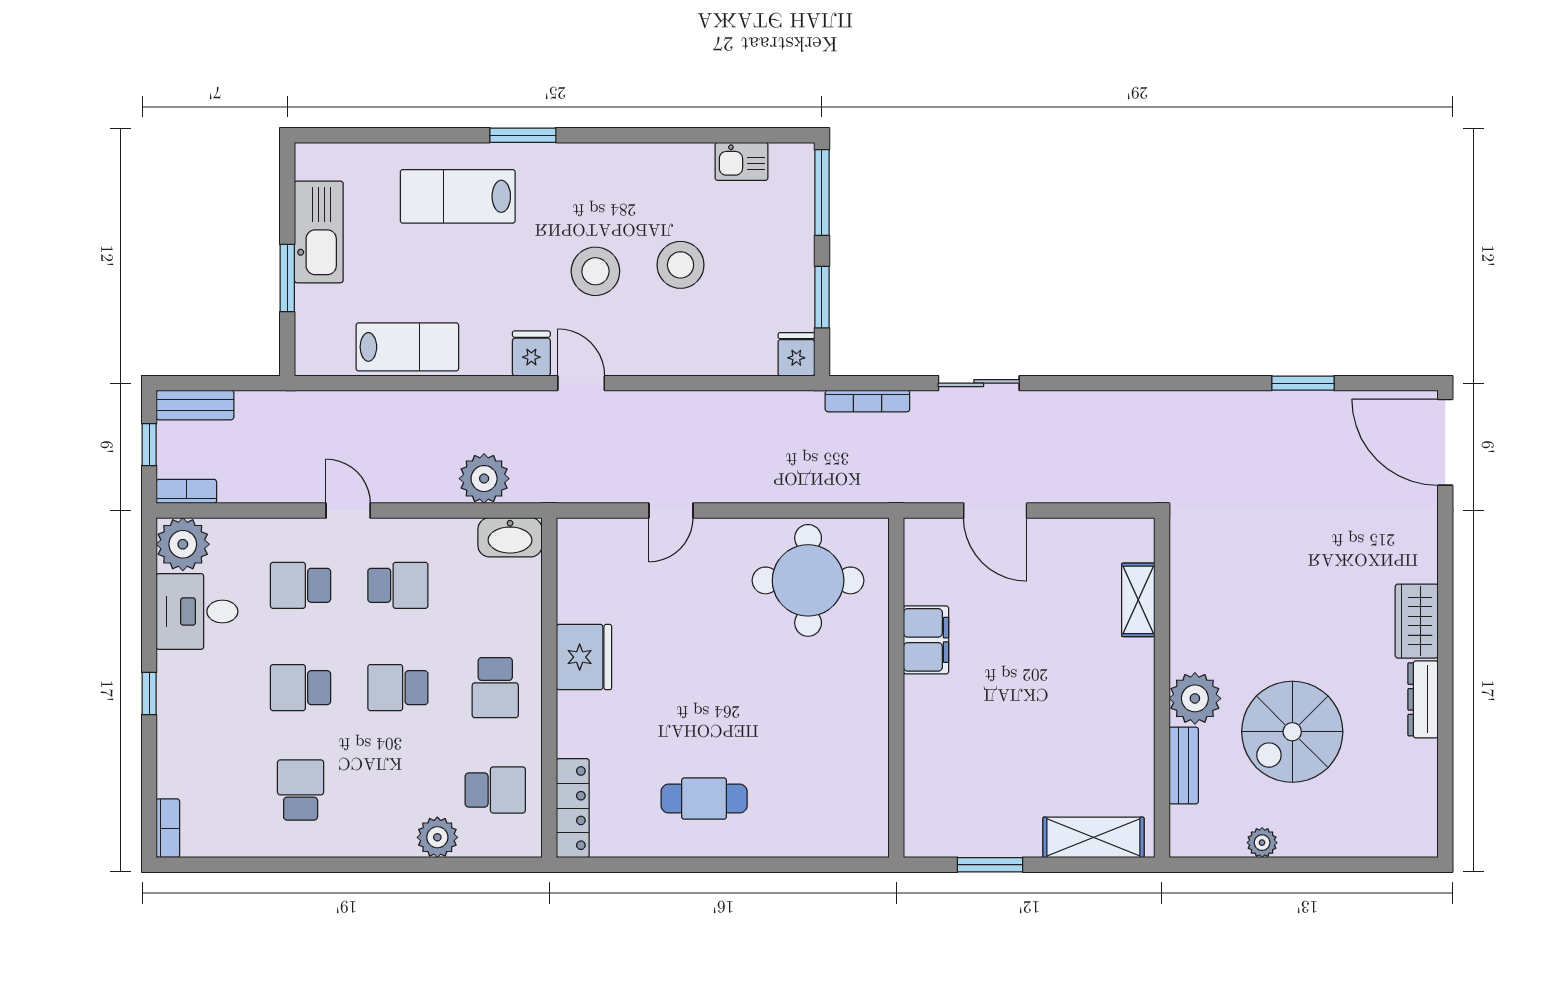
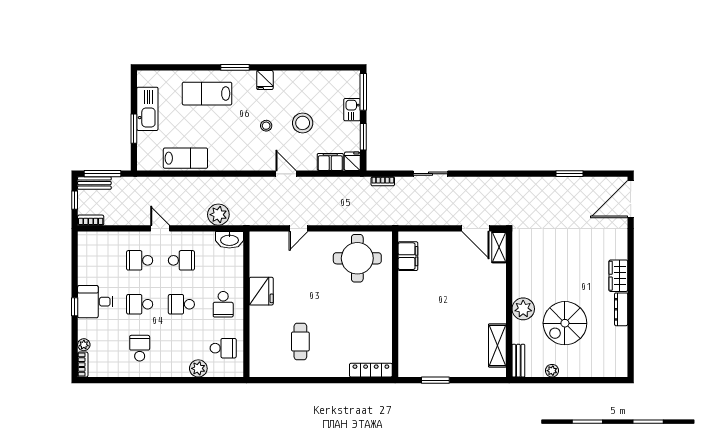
kitchen sink: (741, 161) -> (352, 110), moved, turned 90
stool: (595, 271) -> (266, 126), width x0.53, depth x0.53
fridge: (531, 353) -> (265, 80), moved, turned 180
filing cabinet: (745, 356) -> (330, 162), added
window: (214, 383) -> (102, 174), added
door: (581, 383) -> (286, 174), moved
bookcase: (867, 401) -> (383, 181), width x0.64
door: (1445, 442) -> (631, 199), hinge flipped
door: (995, 511) -> (476, 228), moved
plant: (183, 544) -> (84, 345), moved, width x0.53, depth x0.53
shelving: (1138, 600) -> (499, 247), moved
desk: (197, 612) -> (95, 302), moved
filing cabinet: (926, 640) -> (408, 256), moved
bench: (1184, 766) -> (518, 361), moved
cafe table: (704, 799) -> (300, 342), moved, turned 90
locker: (573, 808) -> (371, 370), moved, turned -90
shelving: (1093, 837) -> (497, 346), moved, turned 90

